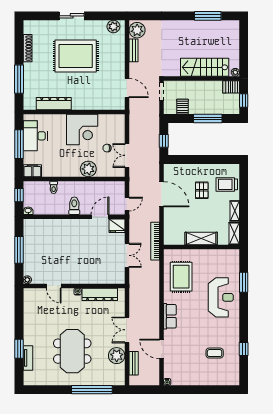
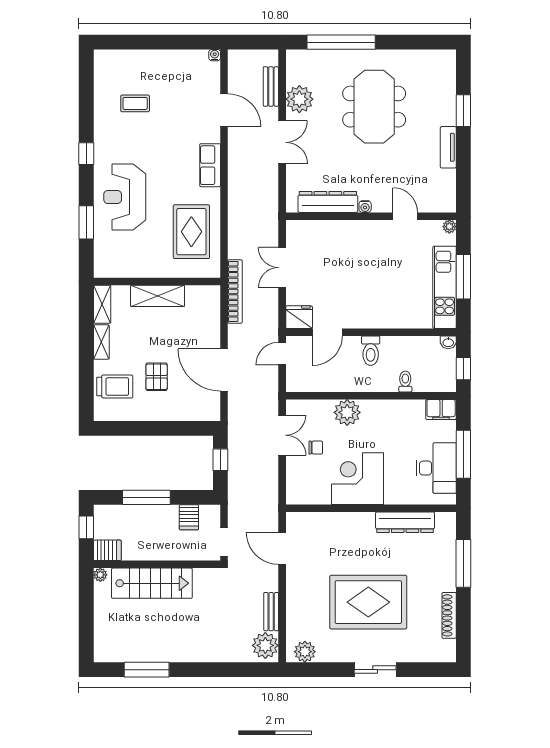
kitchen unit: (30, 244) -> (445, 287), added
window: (244, 349) -> (86, 154), moved
tv unit: (28, 358) -> (448, 147), moved

